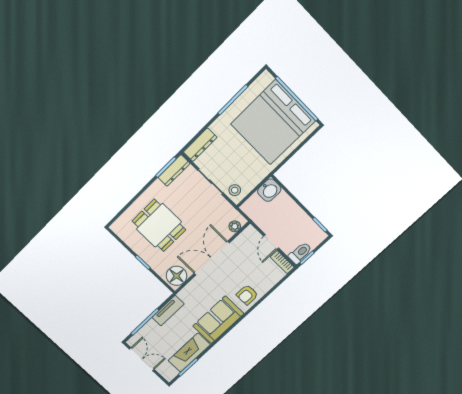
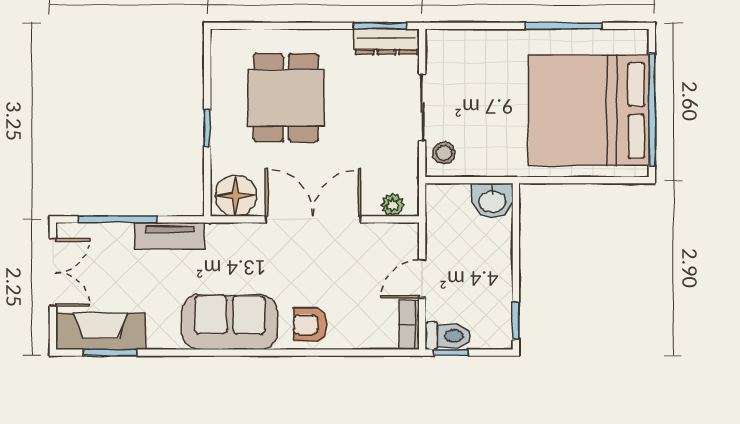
dresser: (200, 145) -> (459, 42), removed
fireplace: (189, 353) -> (101, 331), moved

